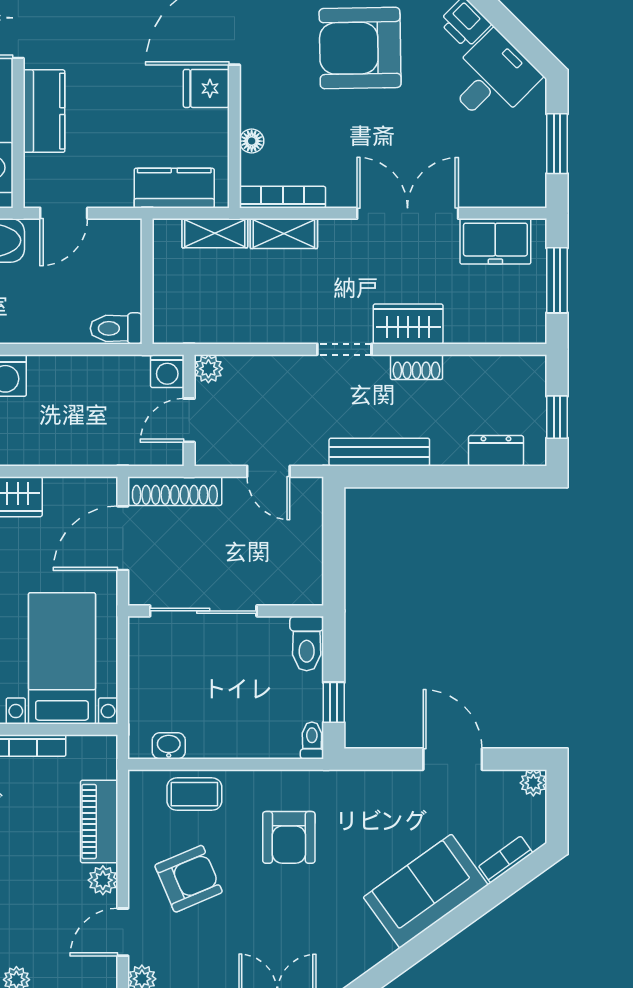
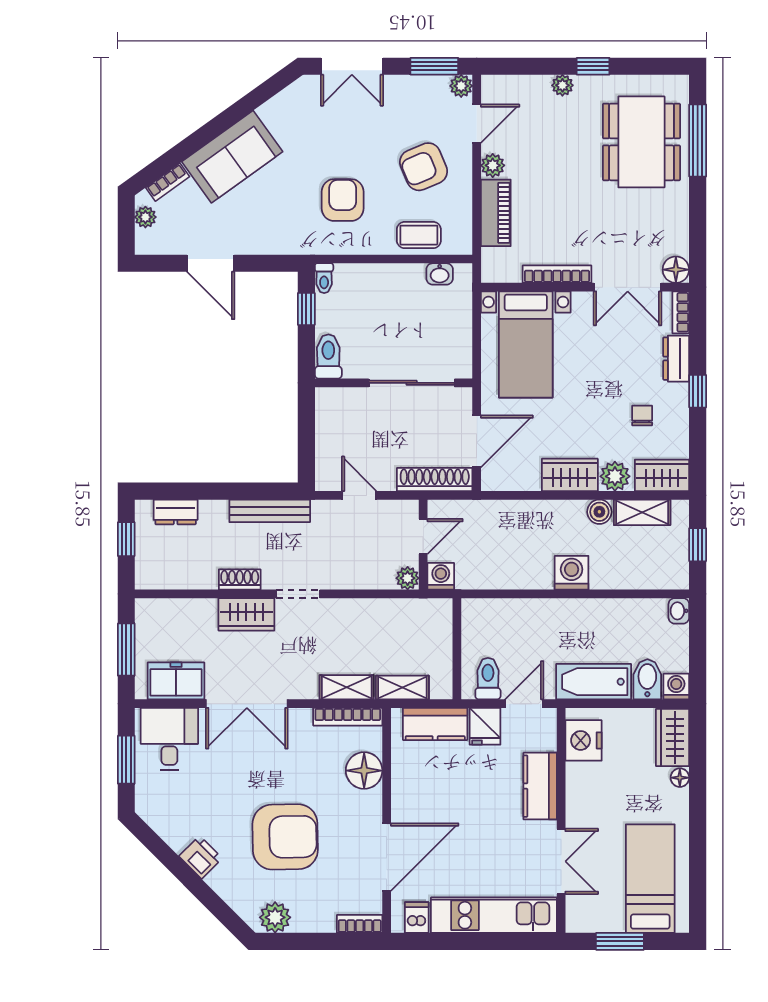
desk: (492, 78) -> (169, 739), moved, turned 135
fridge: (206, 88) -> (485, 726), moved, turned 90
floor lamp: (252, 141) -> (364, 771), width x1.89, depth x1.89
toilet: (116, 328) -> (488, 679), moved, turned -90
plant: (533, 783) -> (145, 217), moved

